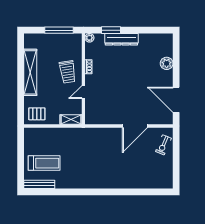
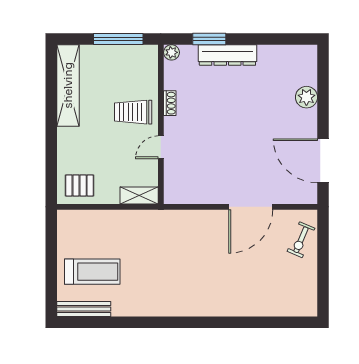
shelving: (30, 72) -> (68, 85), moved
trolley: (68, 72) -> (133, 112), turned 99

